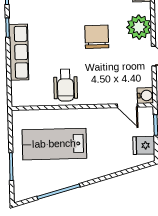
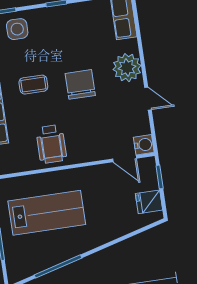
coffee table: (56, 32) -> (33, 85), added
lab bench: (54, 144) -> (47, 213), turned 180

